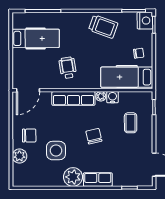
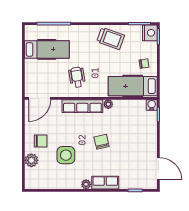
water cooler: (112, 97) -> (152, 105), moved
coffee table: (131, 123) -> (136, 129), removed
plant: (73, 177) -> (86, 184), width x0.53, depth x0.53

